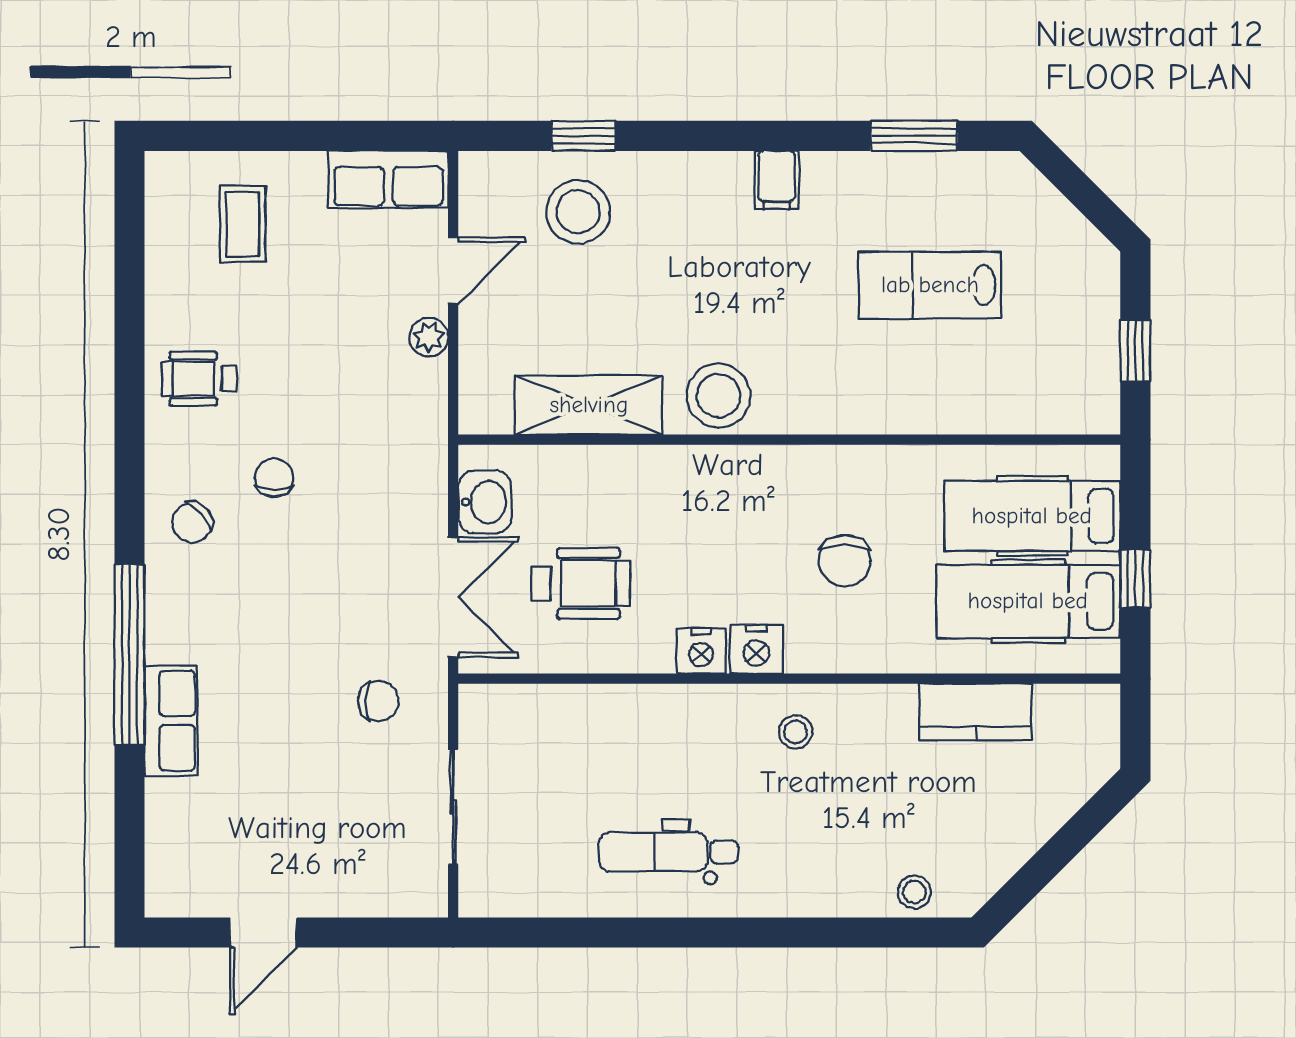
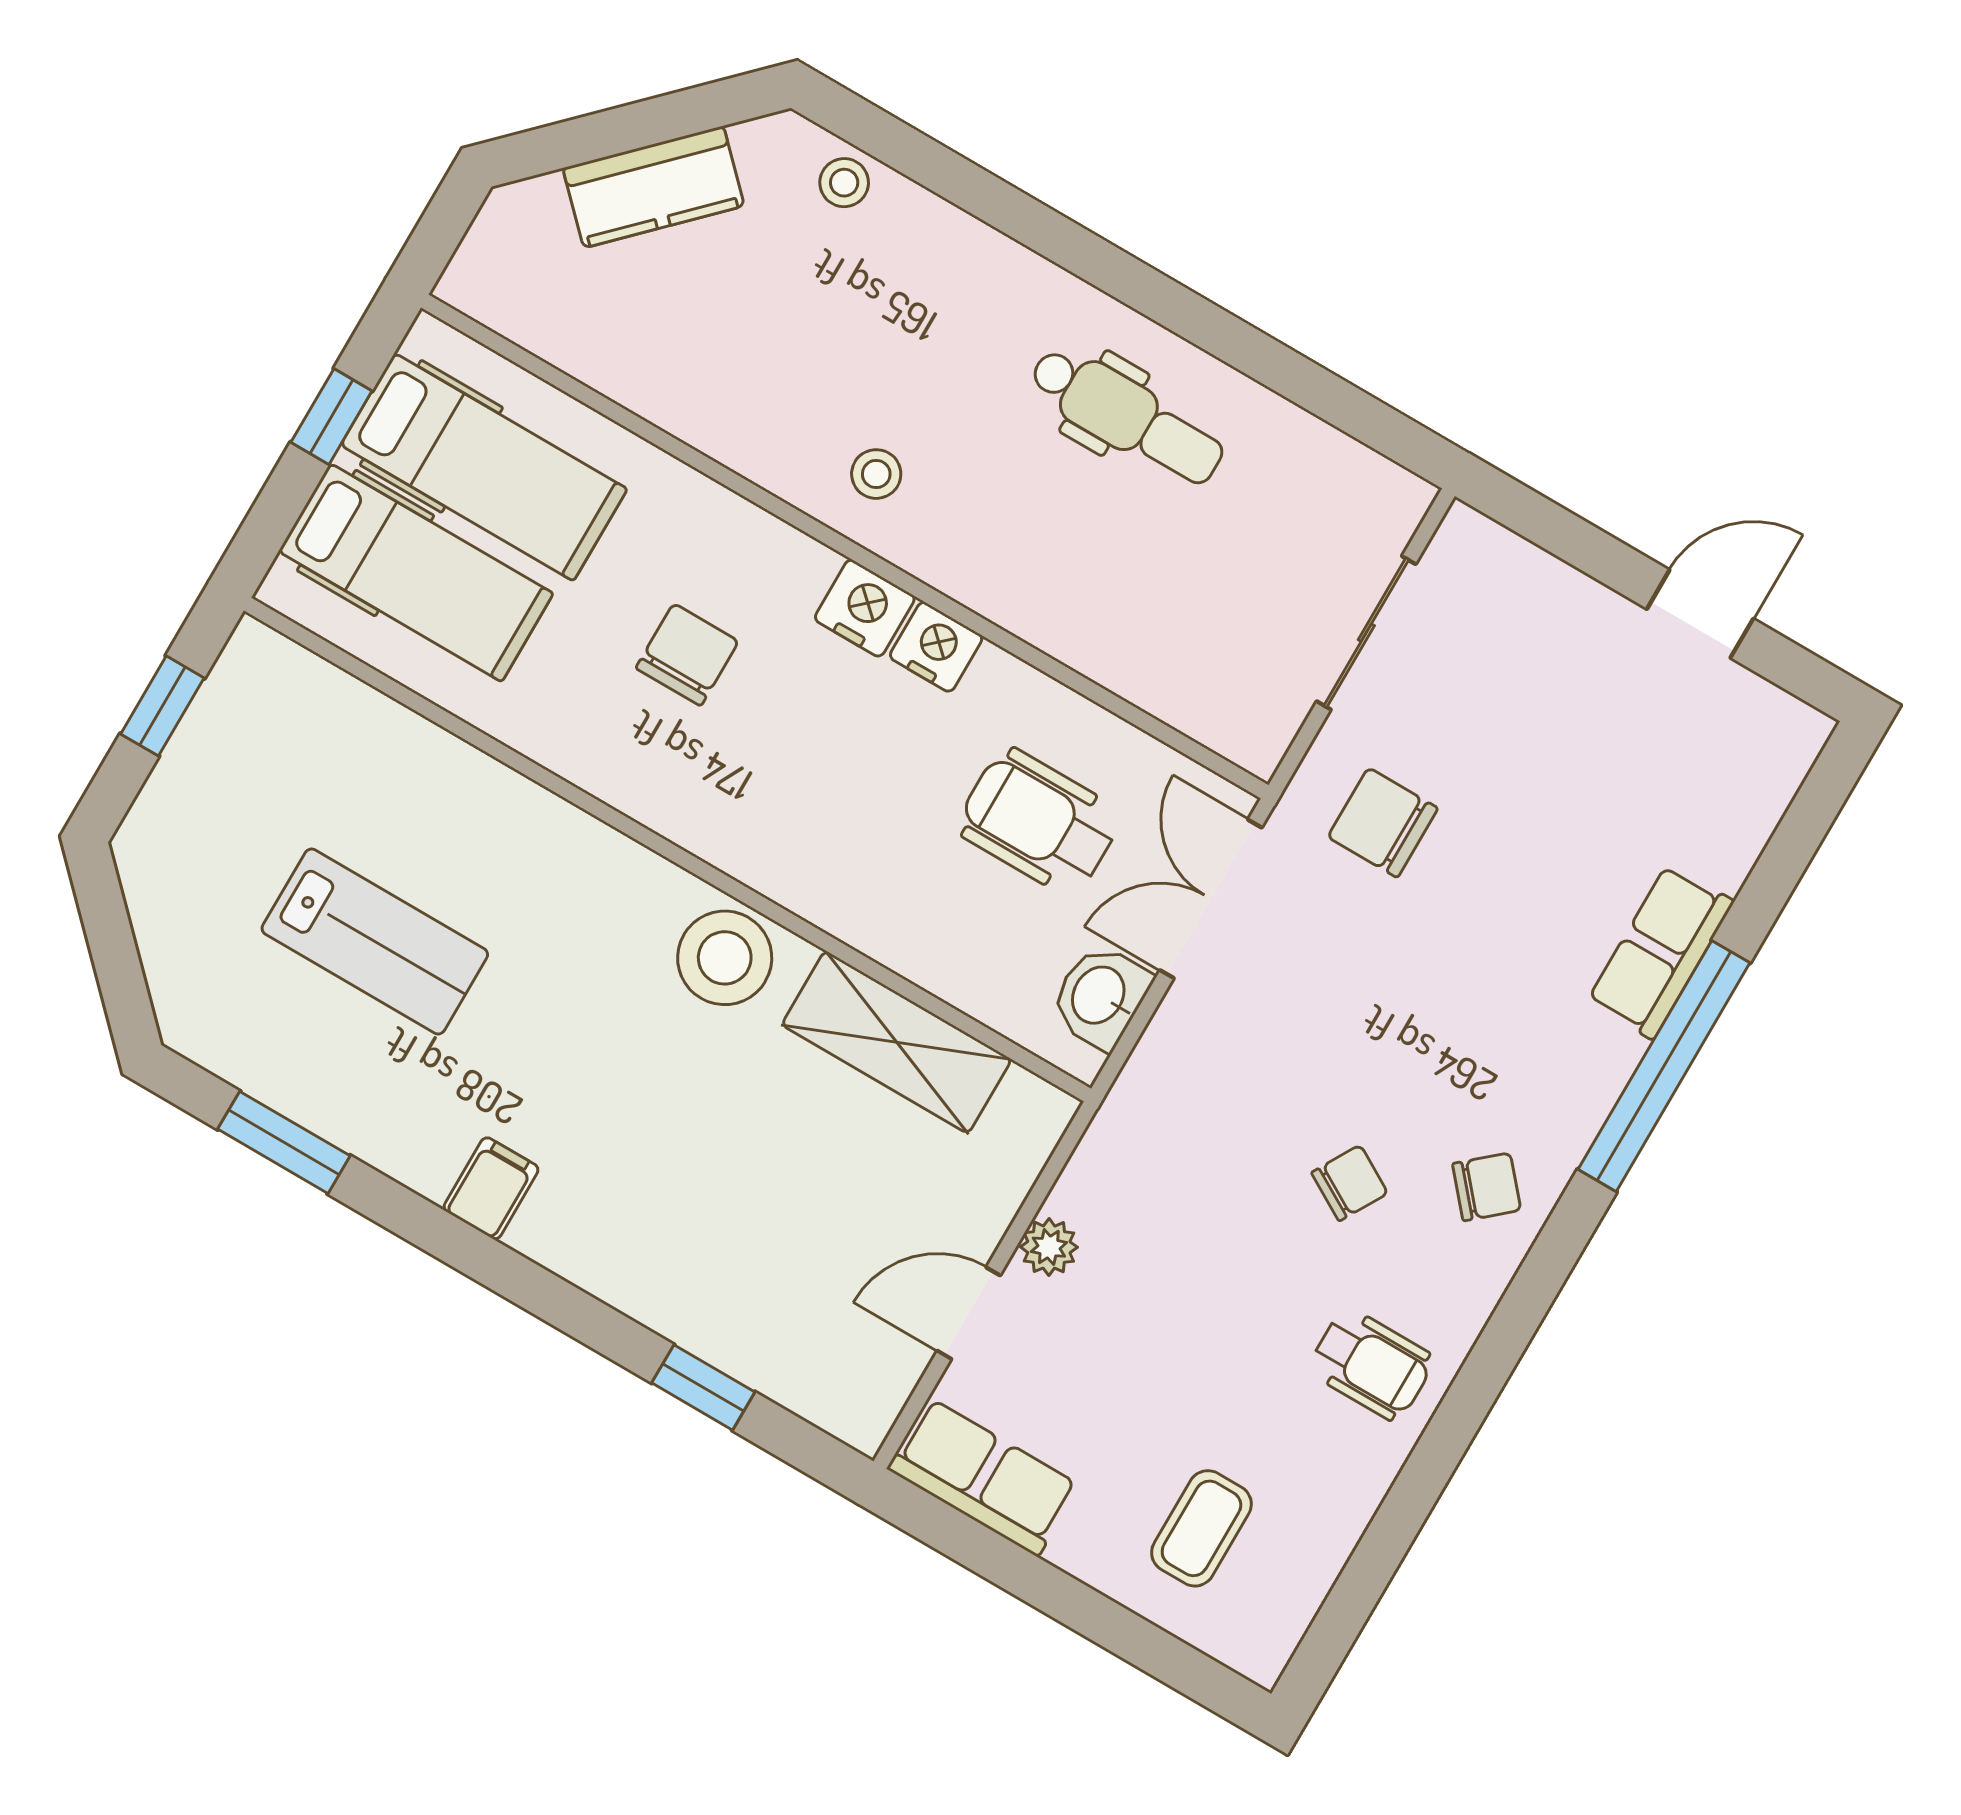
stool: (578, 212) -> (767, 1295), removed
chair: (274, 478) -> (1350, 1183), turned -150
chair: (378, 701) -> (1383, 823), width x1.37, depth x1.37
kitchen counter: (975, 712) -> (654, 187), moved, turned 135

